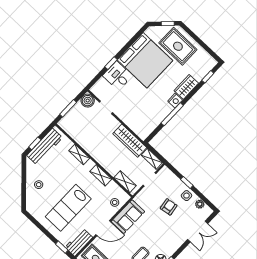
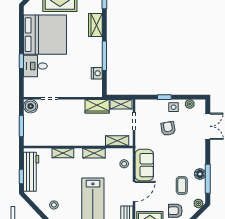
nightstand: (175, 101) -> (97, 73), moved
wardrobe: (130, 141) -> (97, 106), width x0.67

